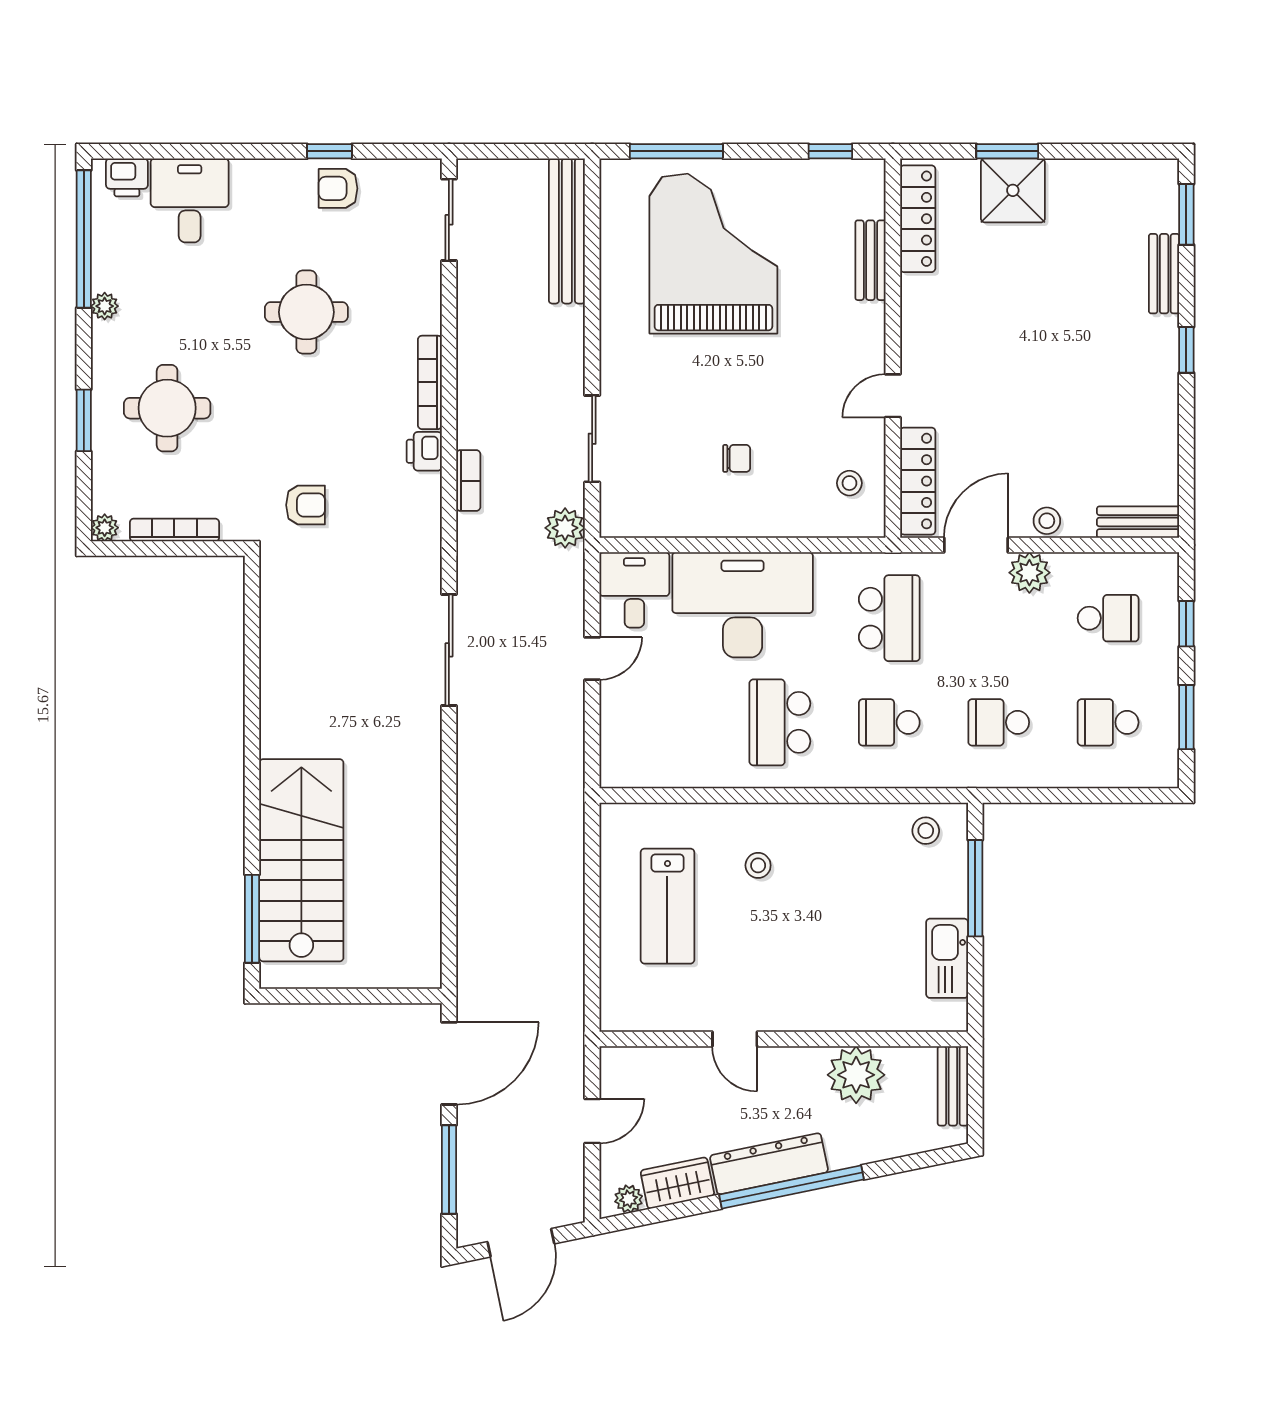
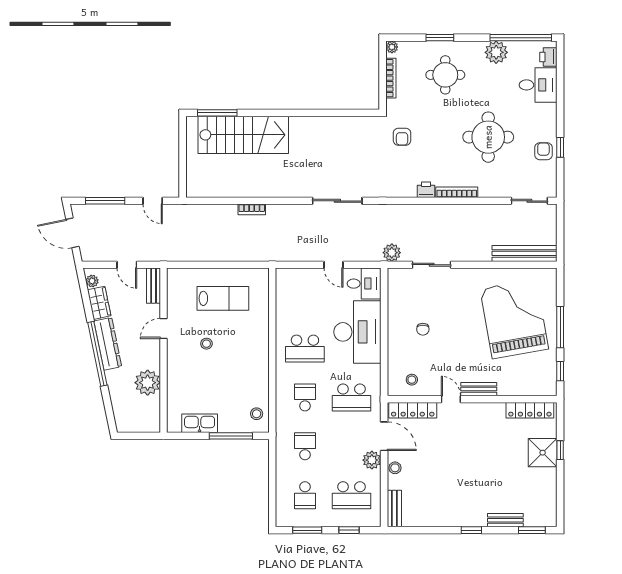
window: (676, 151) -> (560, 327), moved
window: (1007, 151) -> (560, 450), width x0.67
grand piano: (713, 254) -> (514, 319), turned -100
bench: (870, 260) -> (479, 389), moved
plant: (105, 306) -> (496, 52), width x1.88, depth x1.88
round table: (306, 312) -> (488, 137), width x1.36, depth x1.36
bookcase: (468, 481) -> (252, 209), moved
school desk: (1108, 618) -> (351, 495), width x1.85
school desk: (780, 722) -> (305, 349), turned 180
school desk: (1108, 722) -> (305, 495), turned 180
stool: (758, 865) -> (206, 344), moved
lab bench: (667, 906) -> (223, 298), turned 180
door: (449, 1063) -> (153, 201), width x0.53
bench: (953, 1086) -> (154, 286), moved, turned 90

